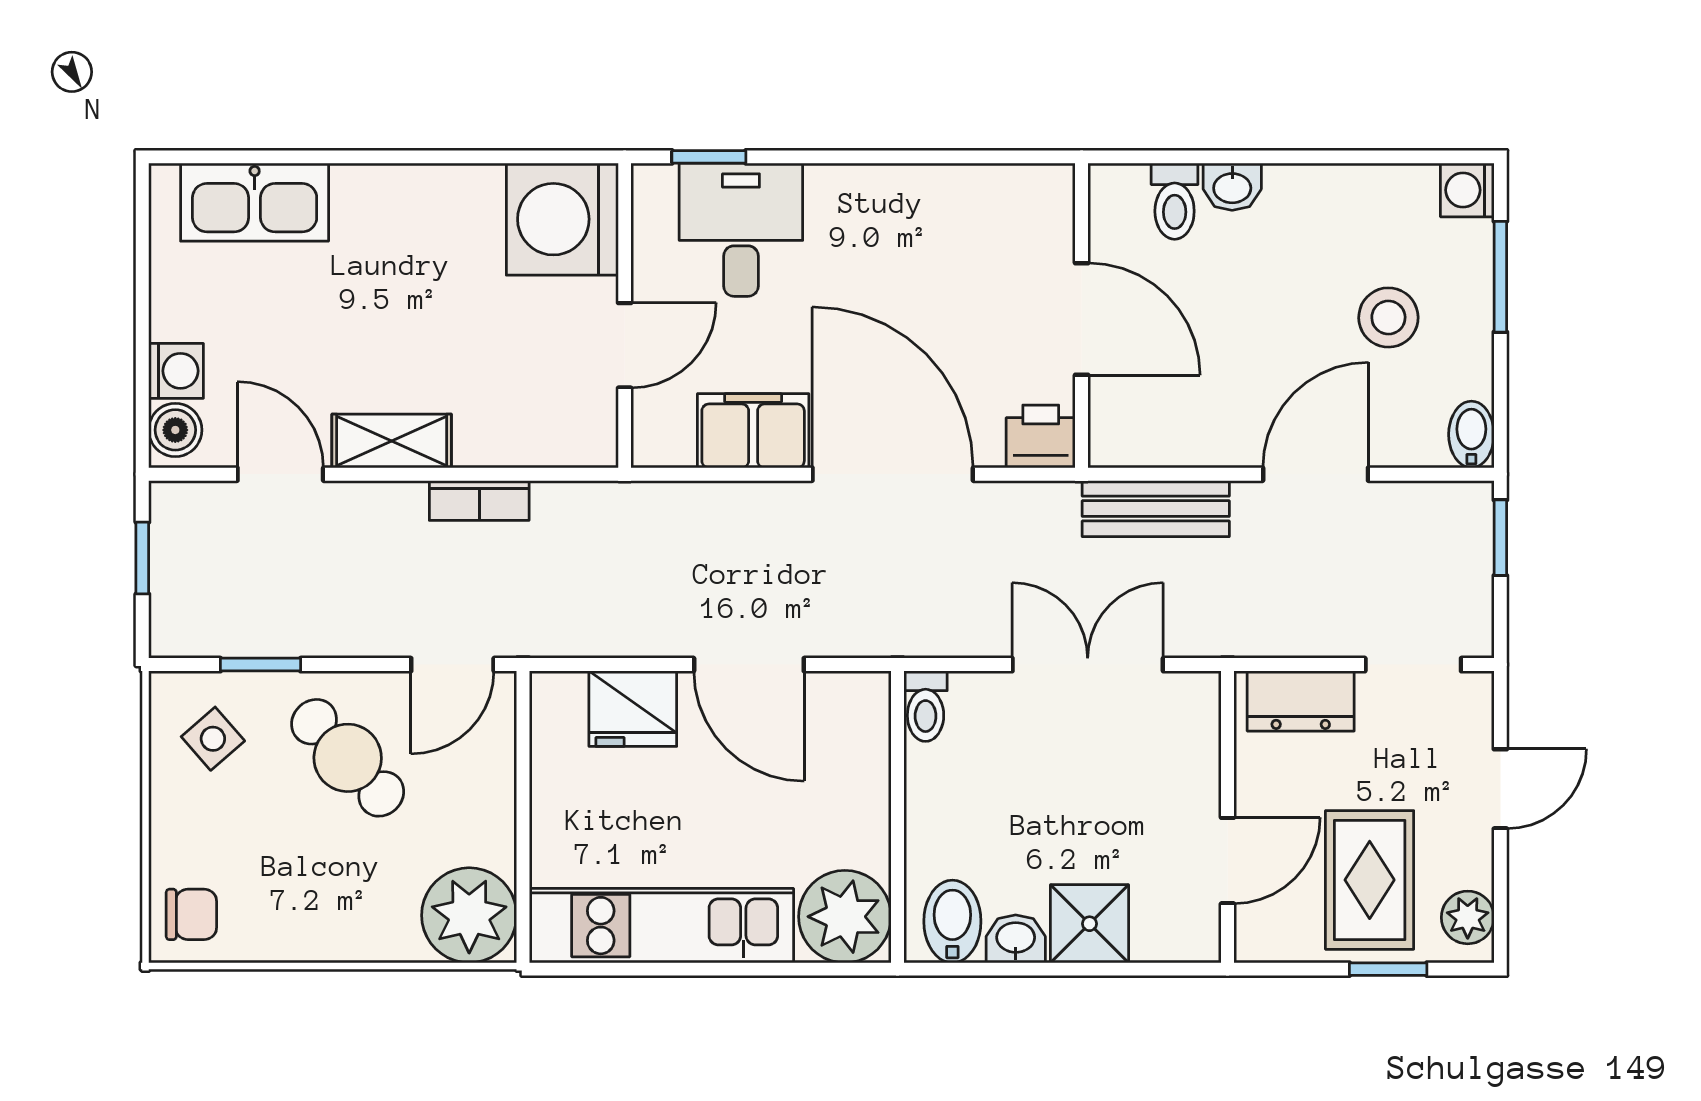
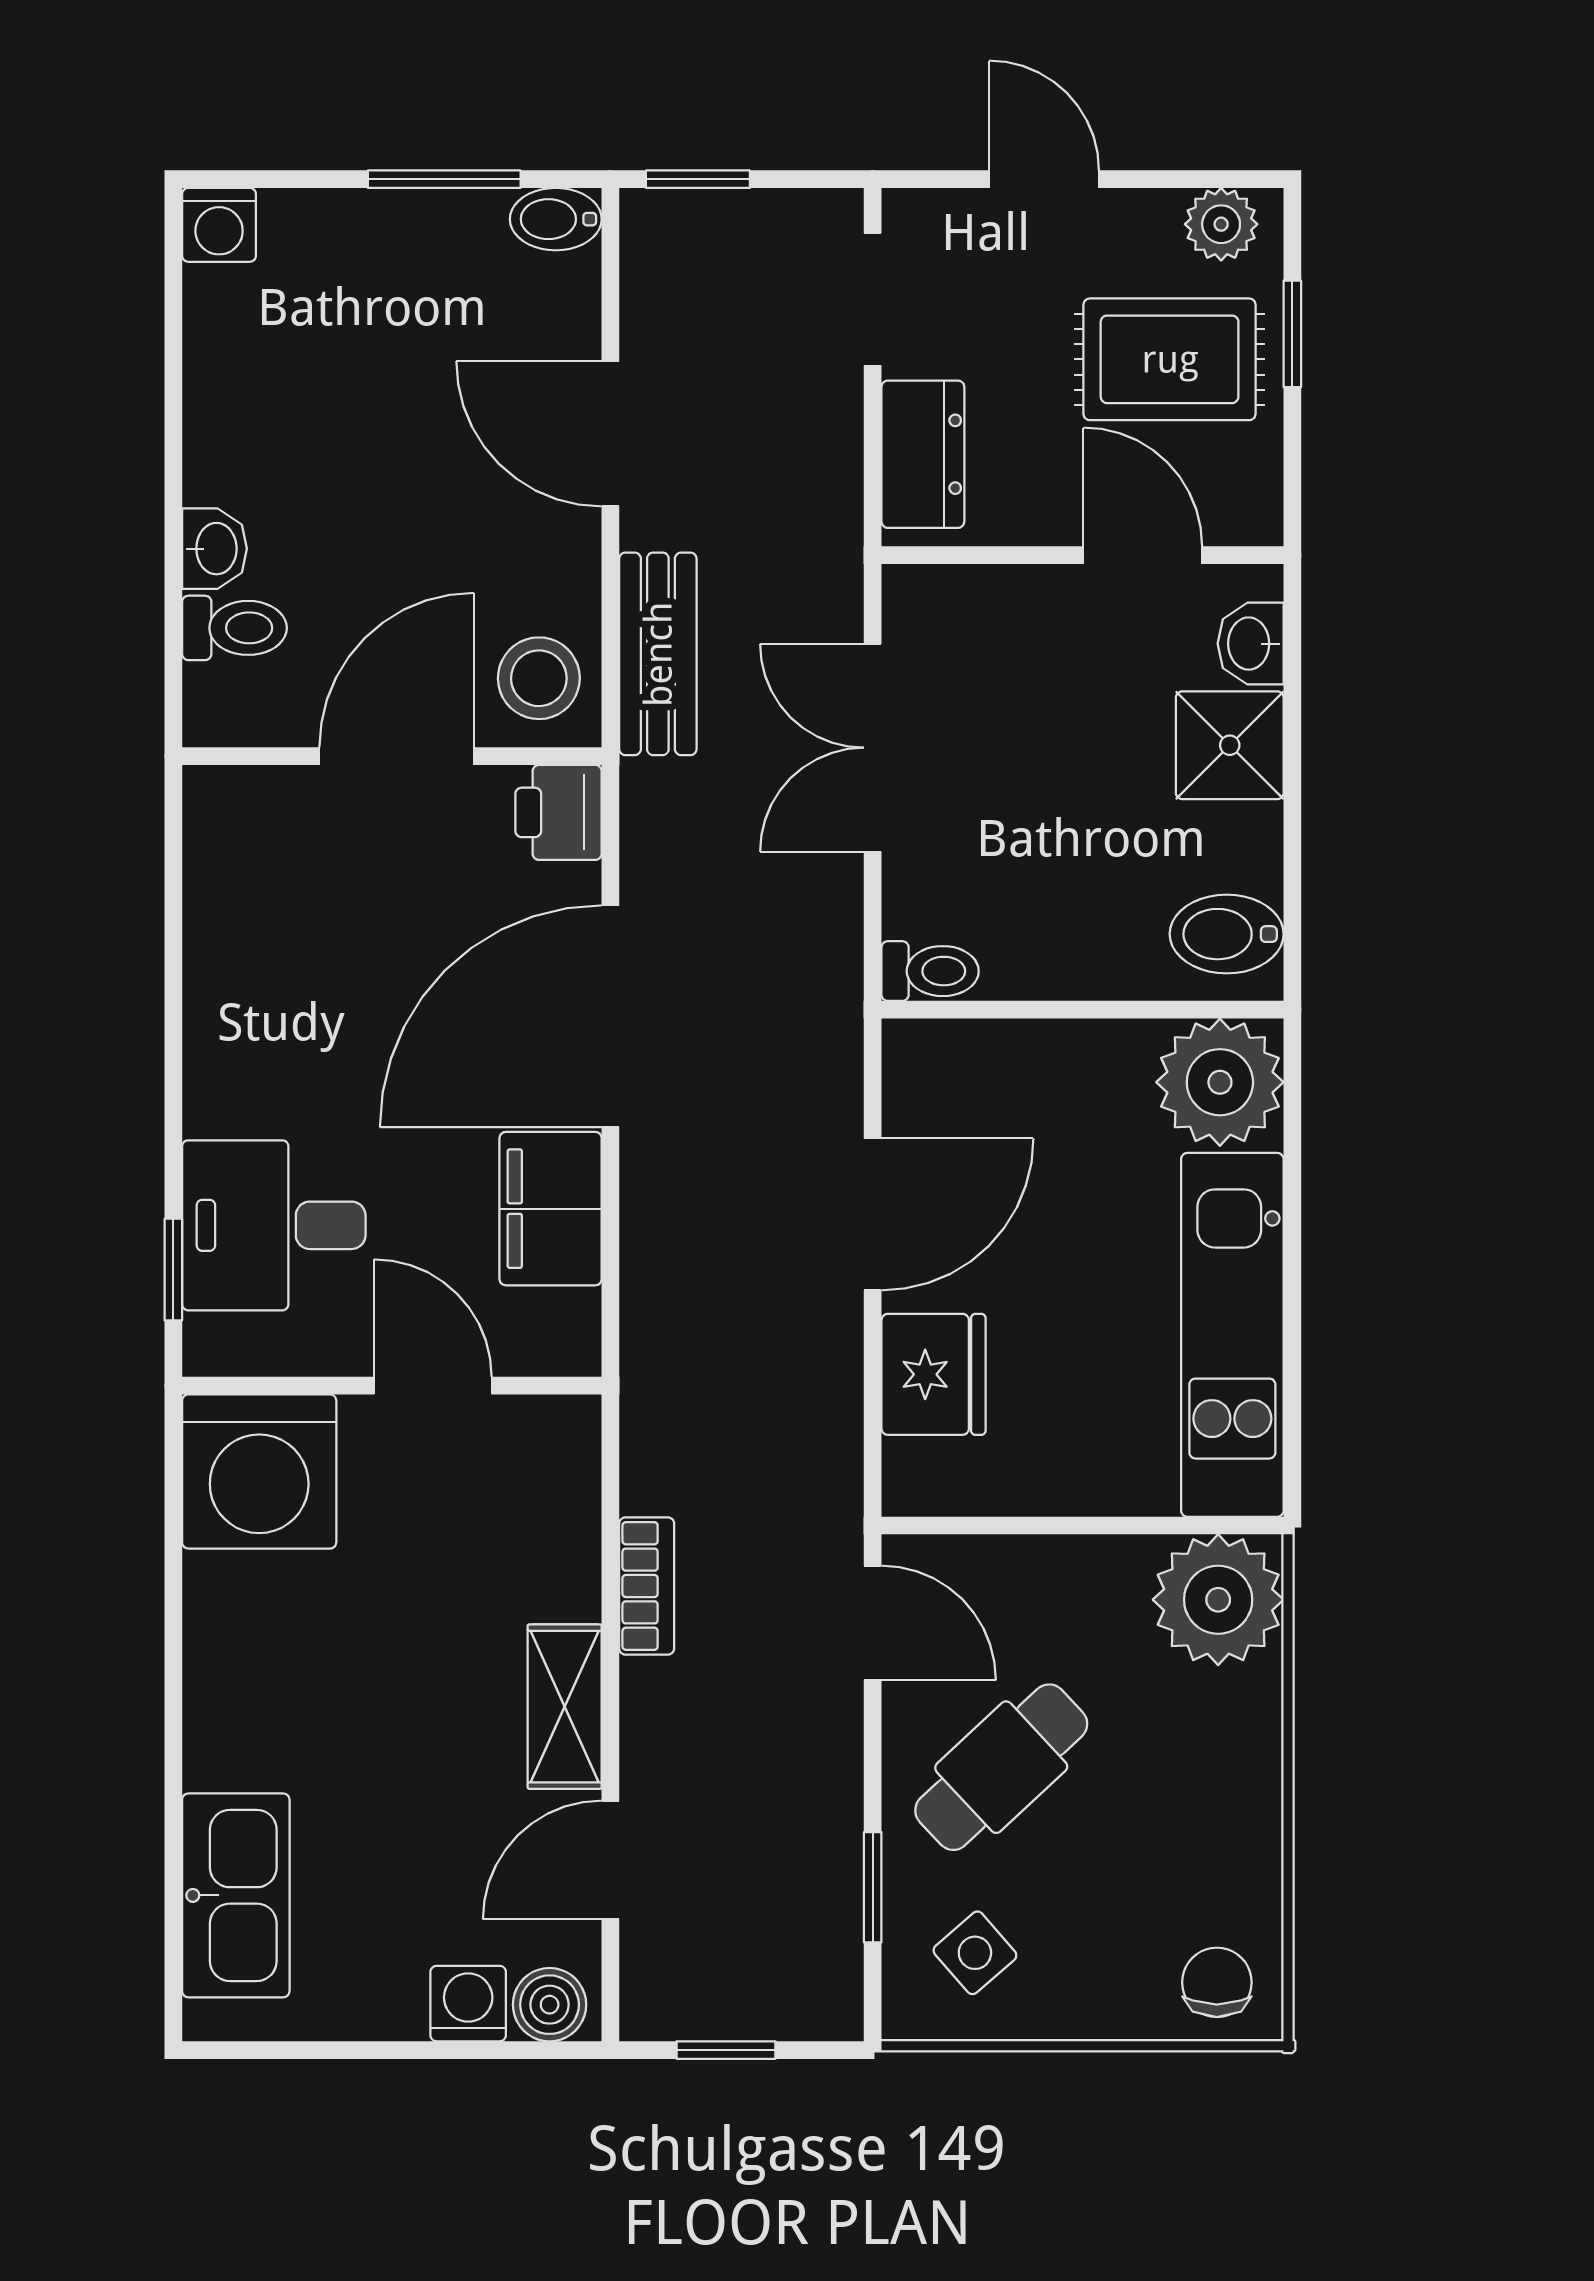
window: (1500, 277) -> (444, 179), moved
stool: (1388, 317) -> (539, 678), moved
washbasin: (1016, 939) -> (1251, 644), moved

